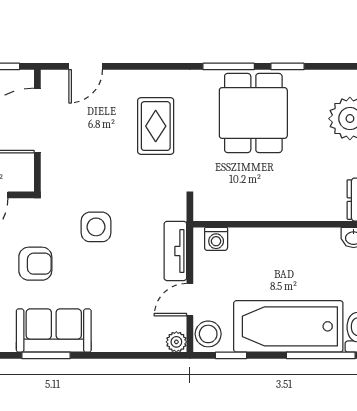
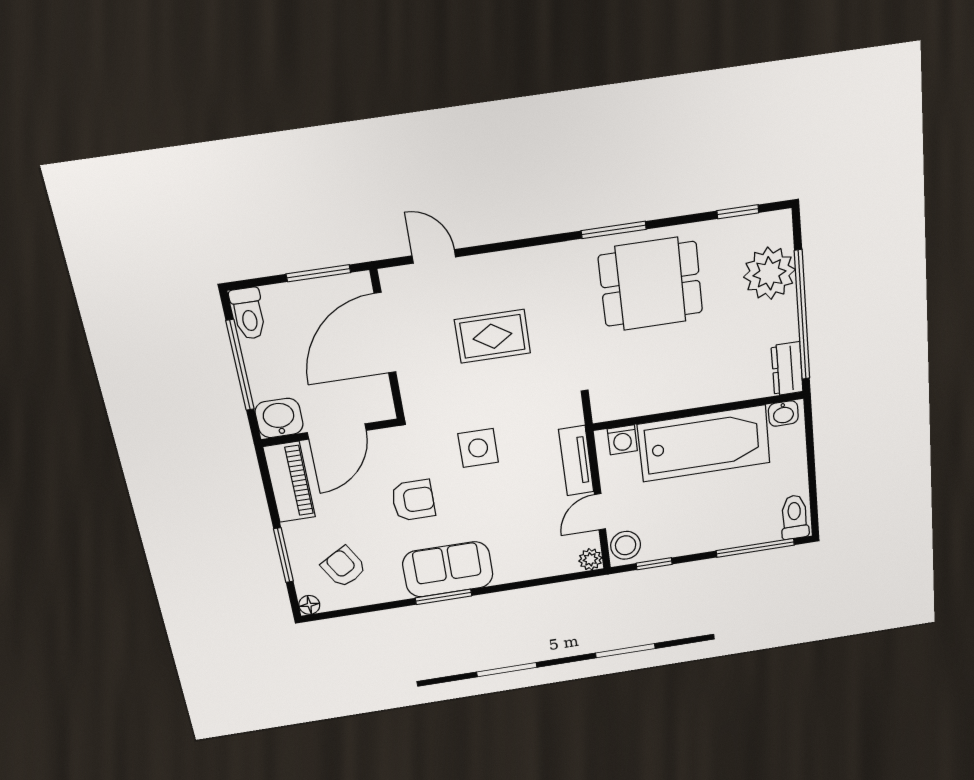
door: (86, 66) -> (434, 256), swing flipped
window: (287, 66) -> (738, 212), moved
dining table: (253, 113) -> (651, 284), turned 90
rug: (156, 126) -> (492, 336), moved, turned 90
bathtub: (288, 326) -> (704, 444), moved, turned 180

